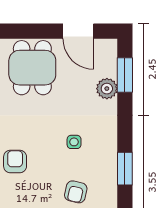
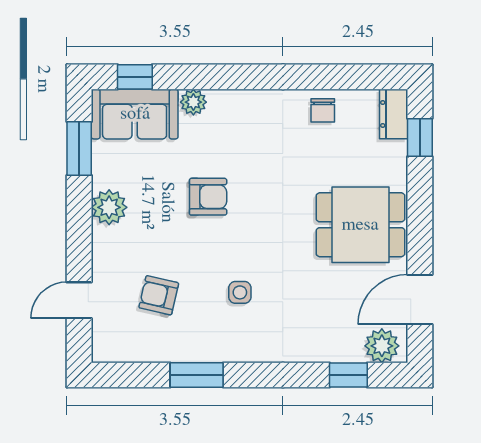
window: (125, 75) -> (348, 375), width x0.67
plant: (107, 89) -> (382, 346), moved

